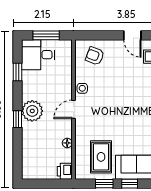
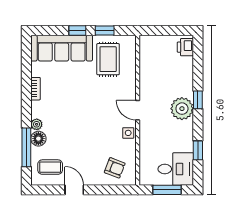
door: (73, 109) -> (138, 110), swing flipped
floor lamp: (67, 143) -> (144, 74), removed
printer: (65, 171) -> (185, 47), moved, turned 180

